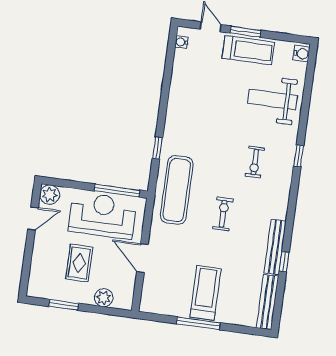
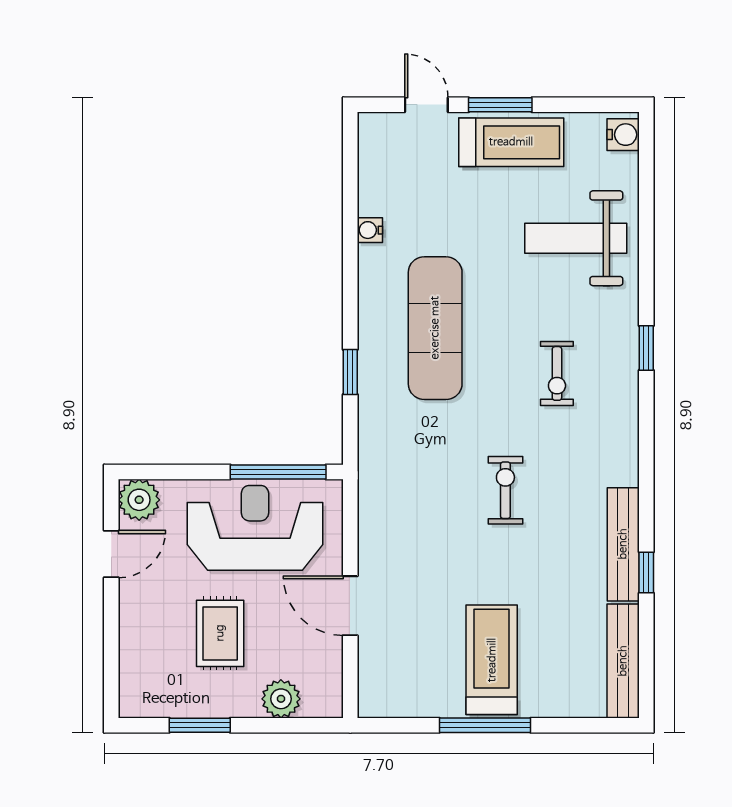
water cooler: (181, 42) -> (370, 230), moved
exercise mat: (177, 190) -> (435, 328), moved

